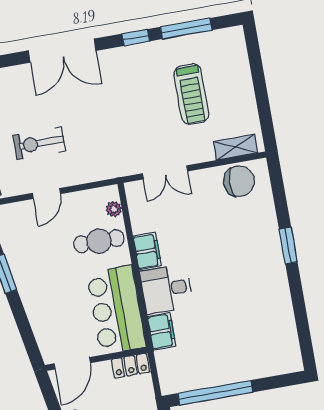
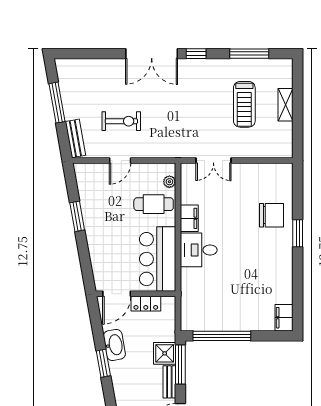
window: (136, 37) -> (196, 54), moved
exercise bike: (39, 143) -> (121, 121), turned 180
shelving: (235, 147) -> (286, 105), moved, turned 90
chair: (239, 181) -> (271, 215), moved
filing cabinet: (162, 331) -> (284, 318), moved, turned 180
locker: (130, 366) -> (146, 304), moved

